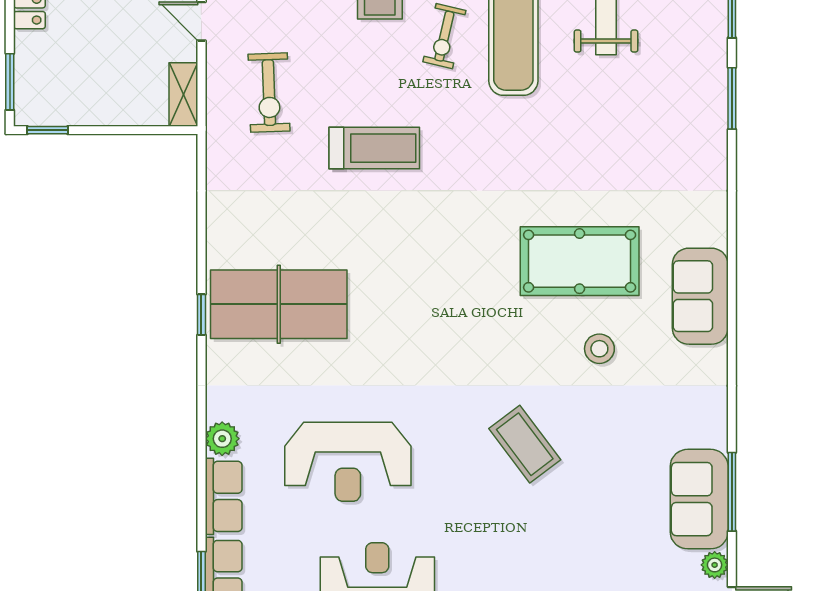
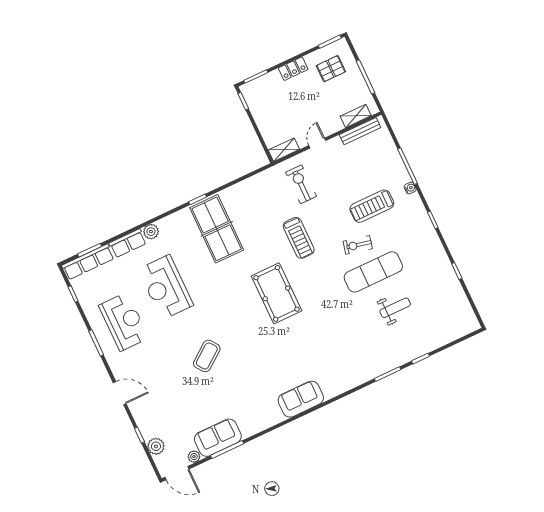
exercise bike: (269, 93) -> (301, 184), turned 92
pool table: (580, 261) -> (277, 293), moved
stool: (599, 349) -> (260, 368), removed

